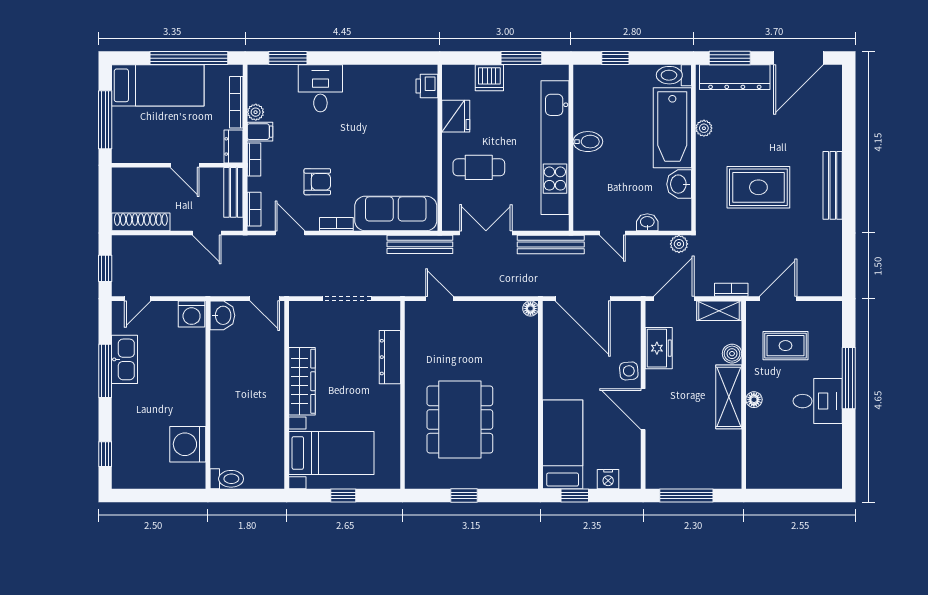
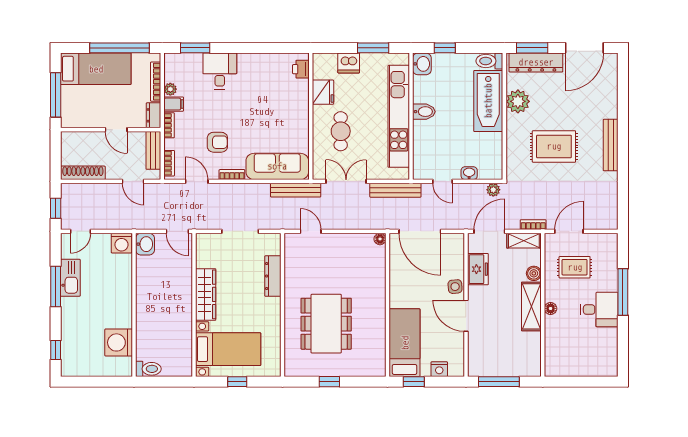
plant: (704, 128) -> (518, 101), width x1.87, depth x1.87
cafe table: (479, 167) -> (341, 131), turned 90
washbasin: (679, 184) -> (422, 64), moved, turned 180

